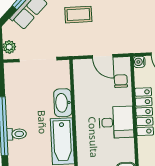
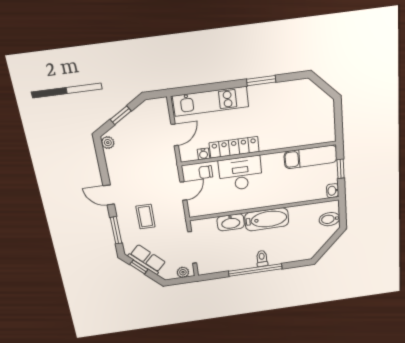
water cooler: (139, 62) -> (203, 154), moved
desk: (116, 122) -> (241, 173), width x1.37

